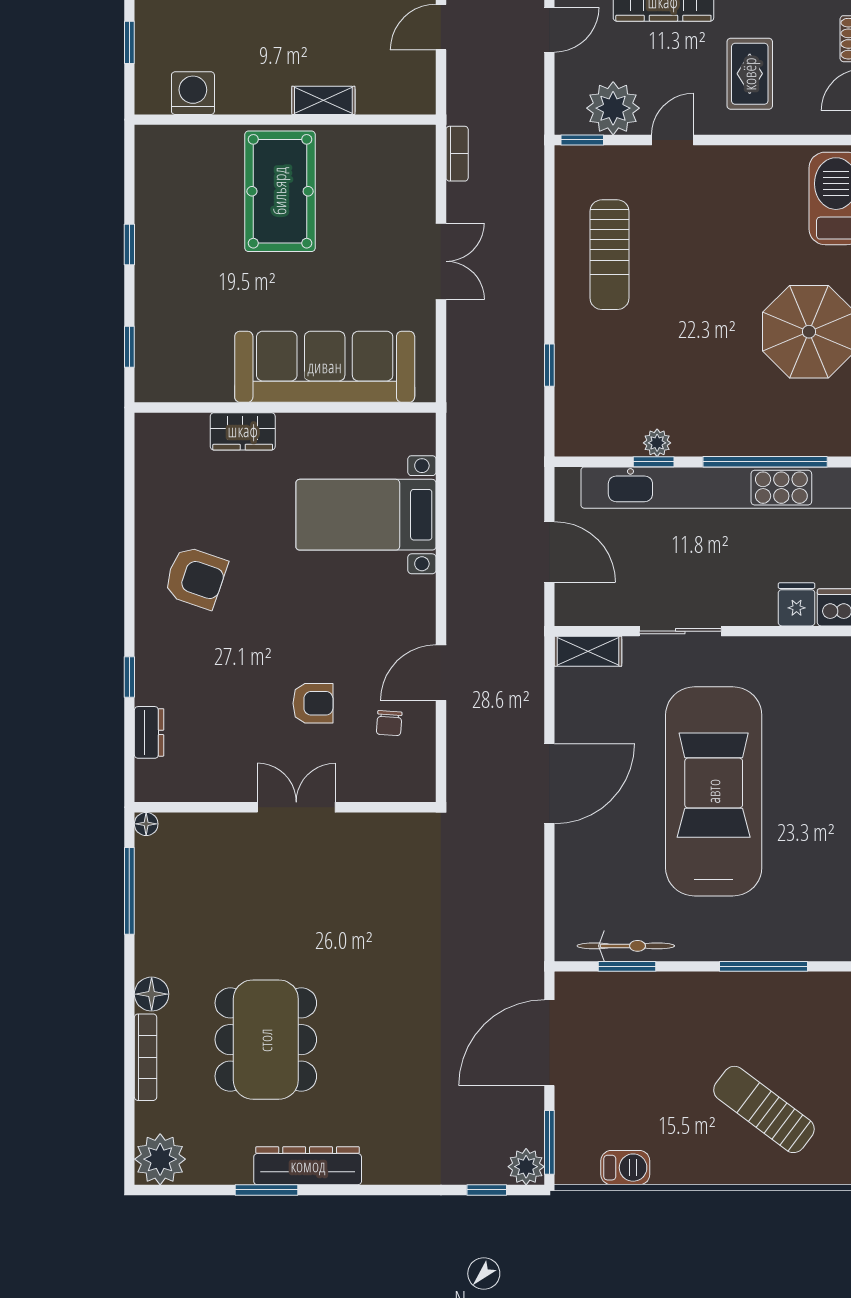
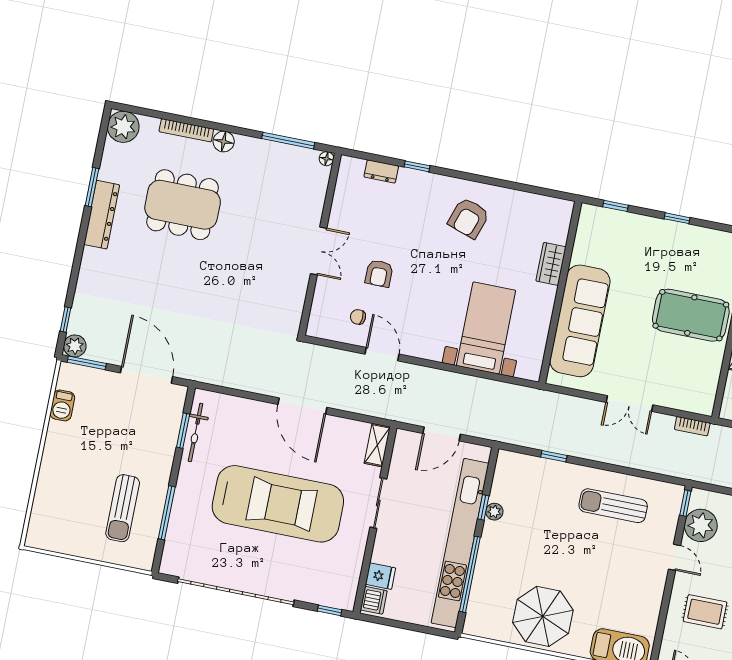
sun lounger: (764, 1109) -> (123, 508), moved, turned 143

